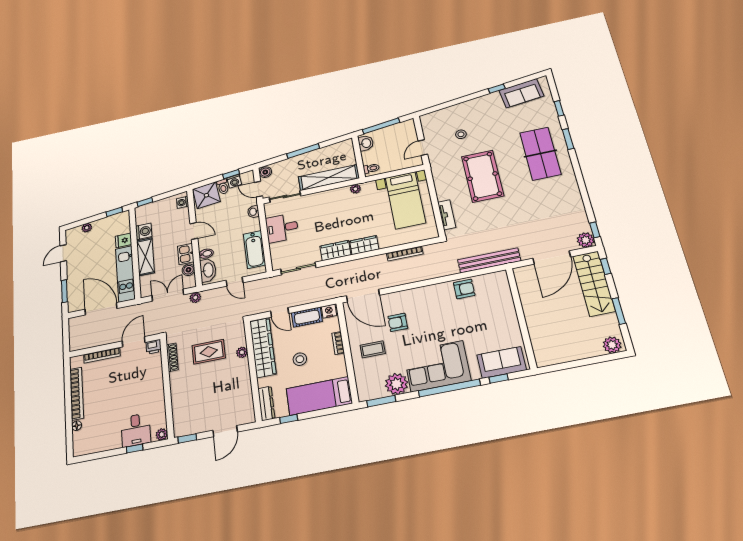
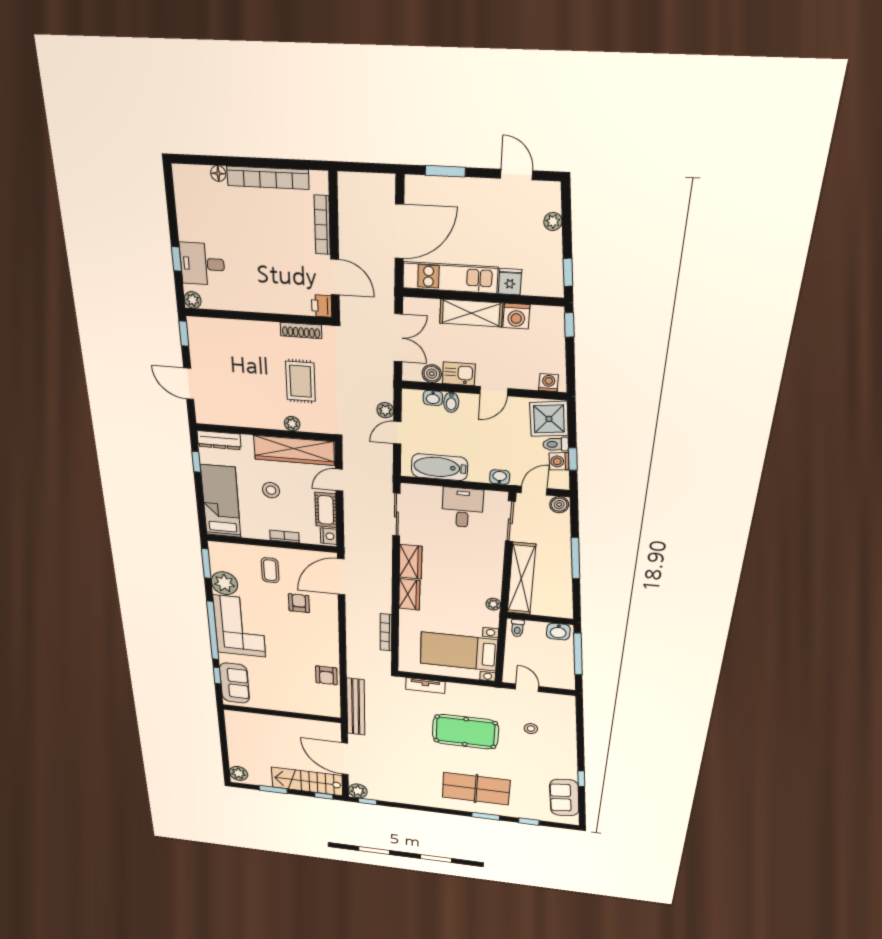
washbasin: (208, 270) -> (433, 398), width x0.52, depth x0.69
plant: (195, 297) -> (385, 410), moved

